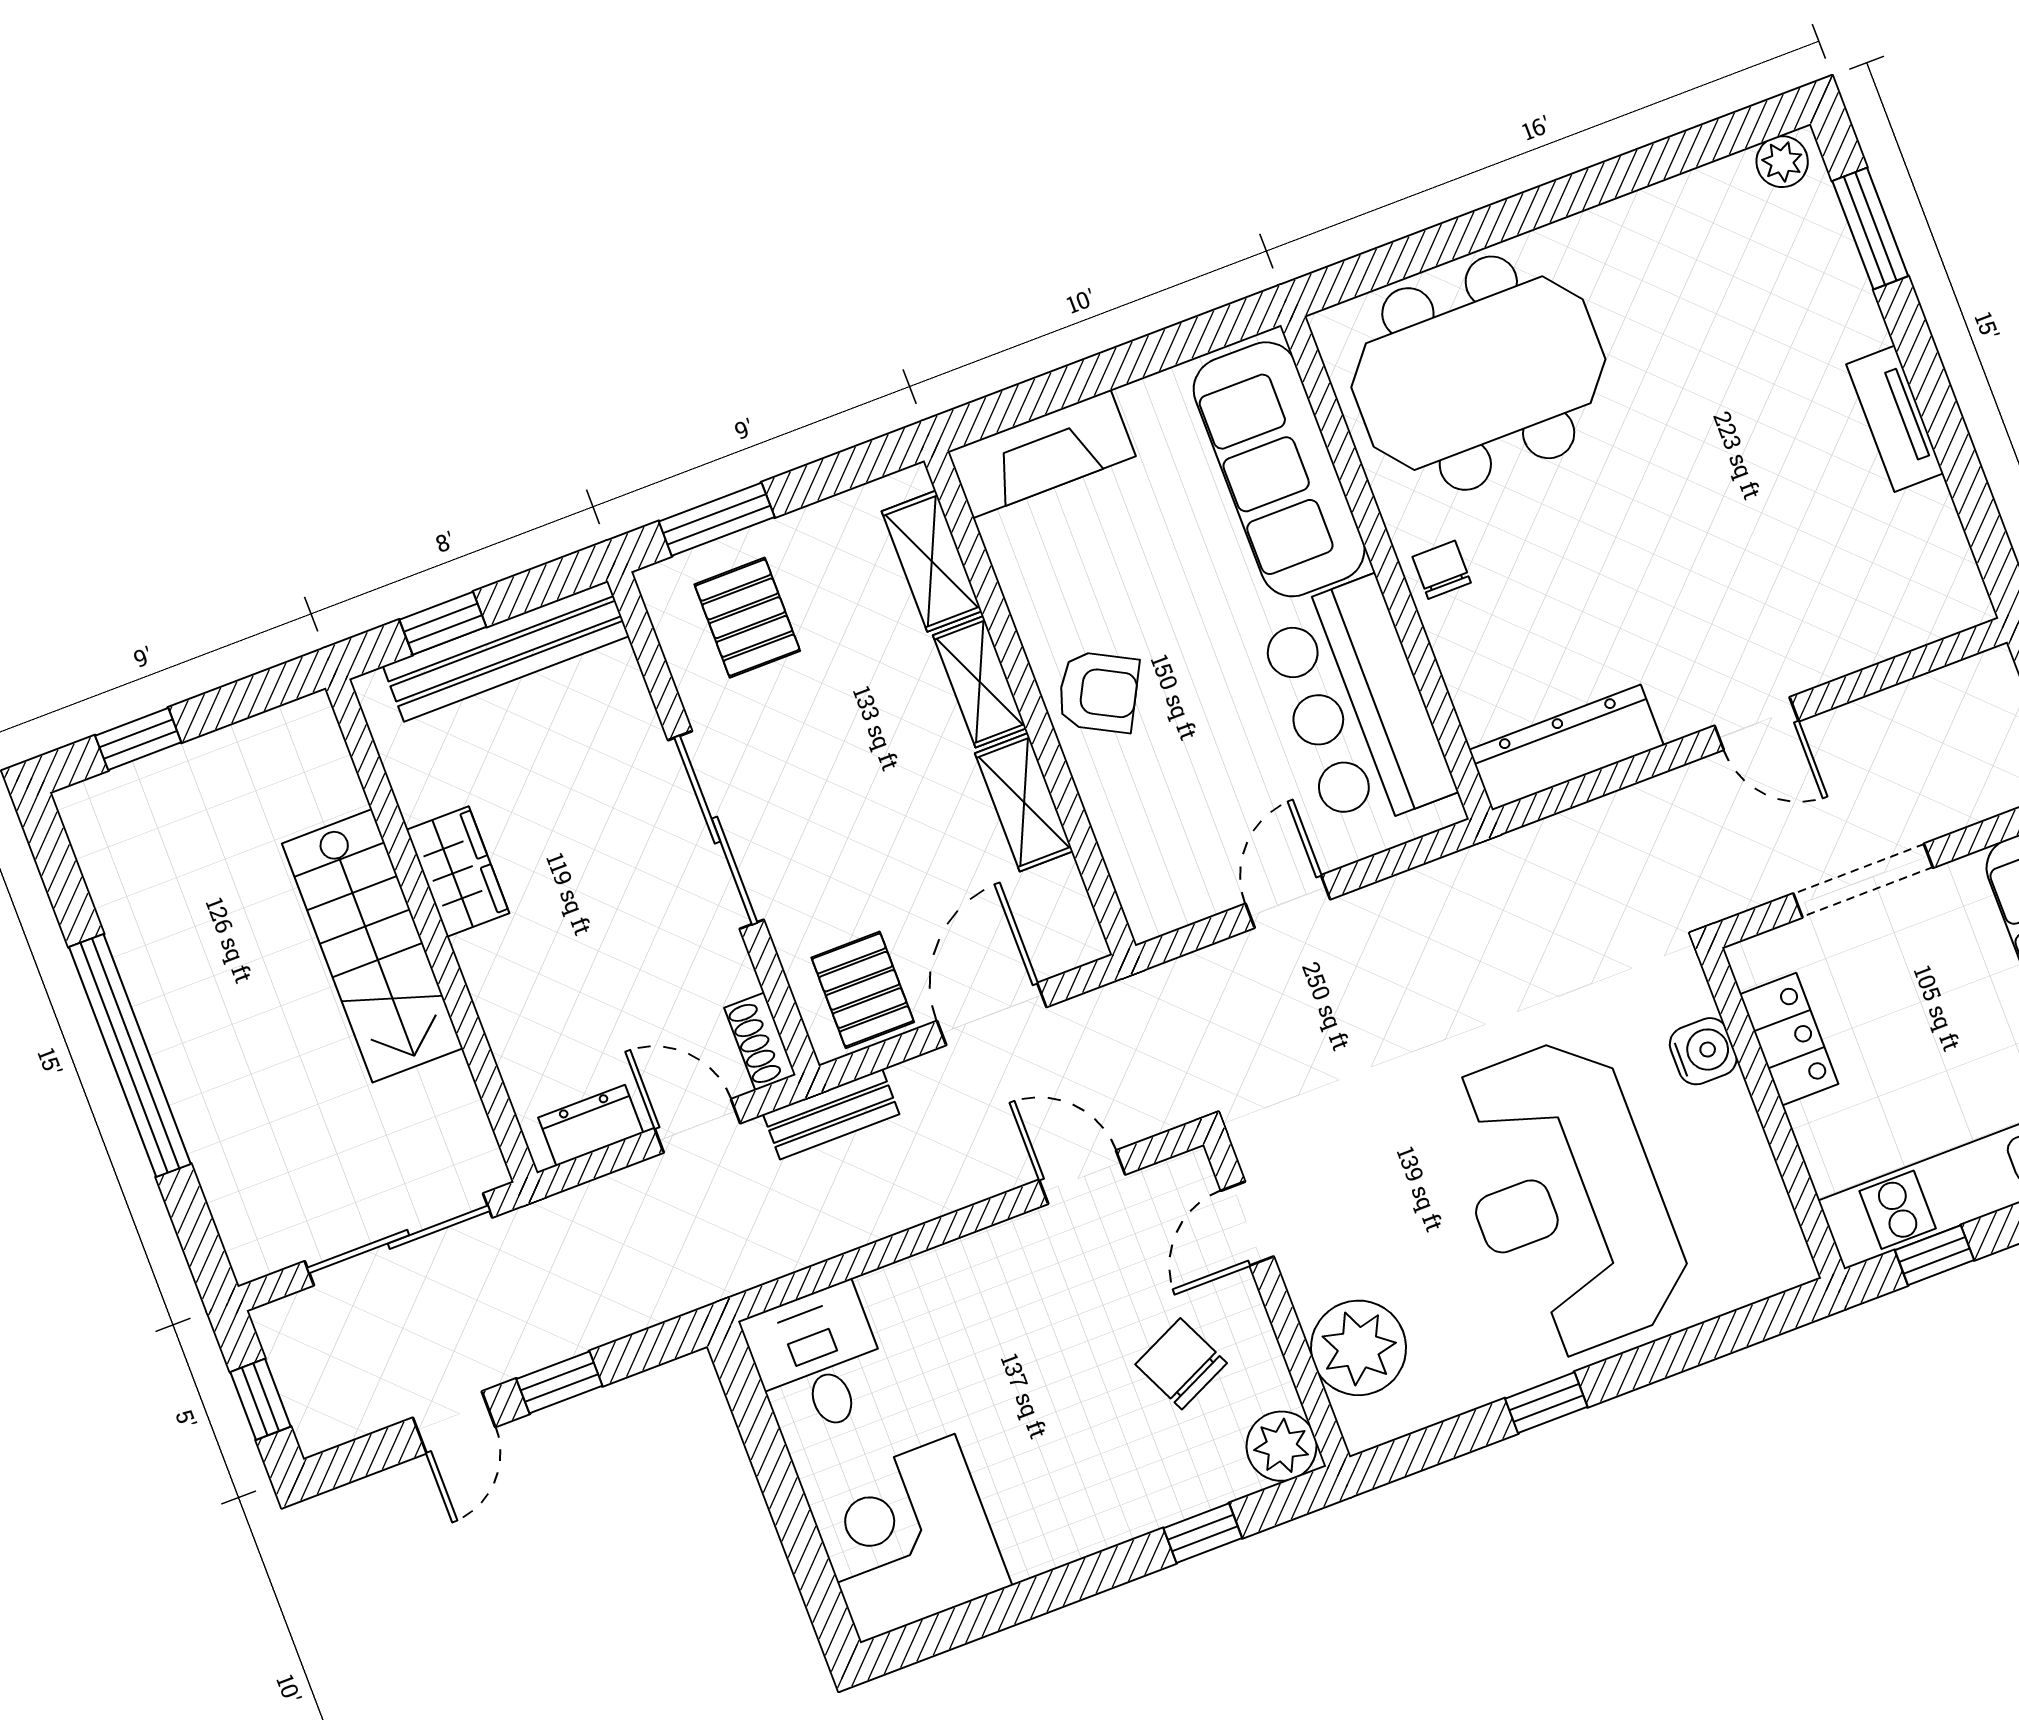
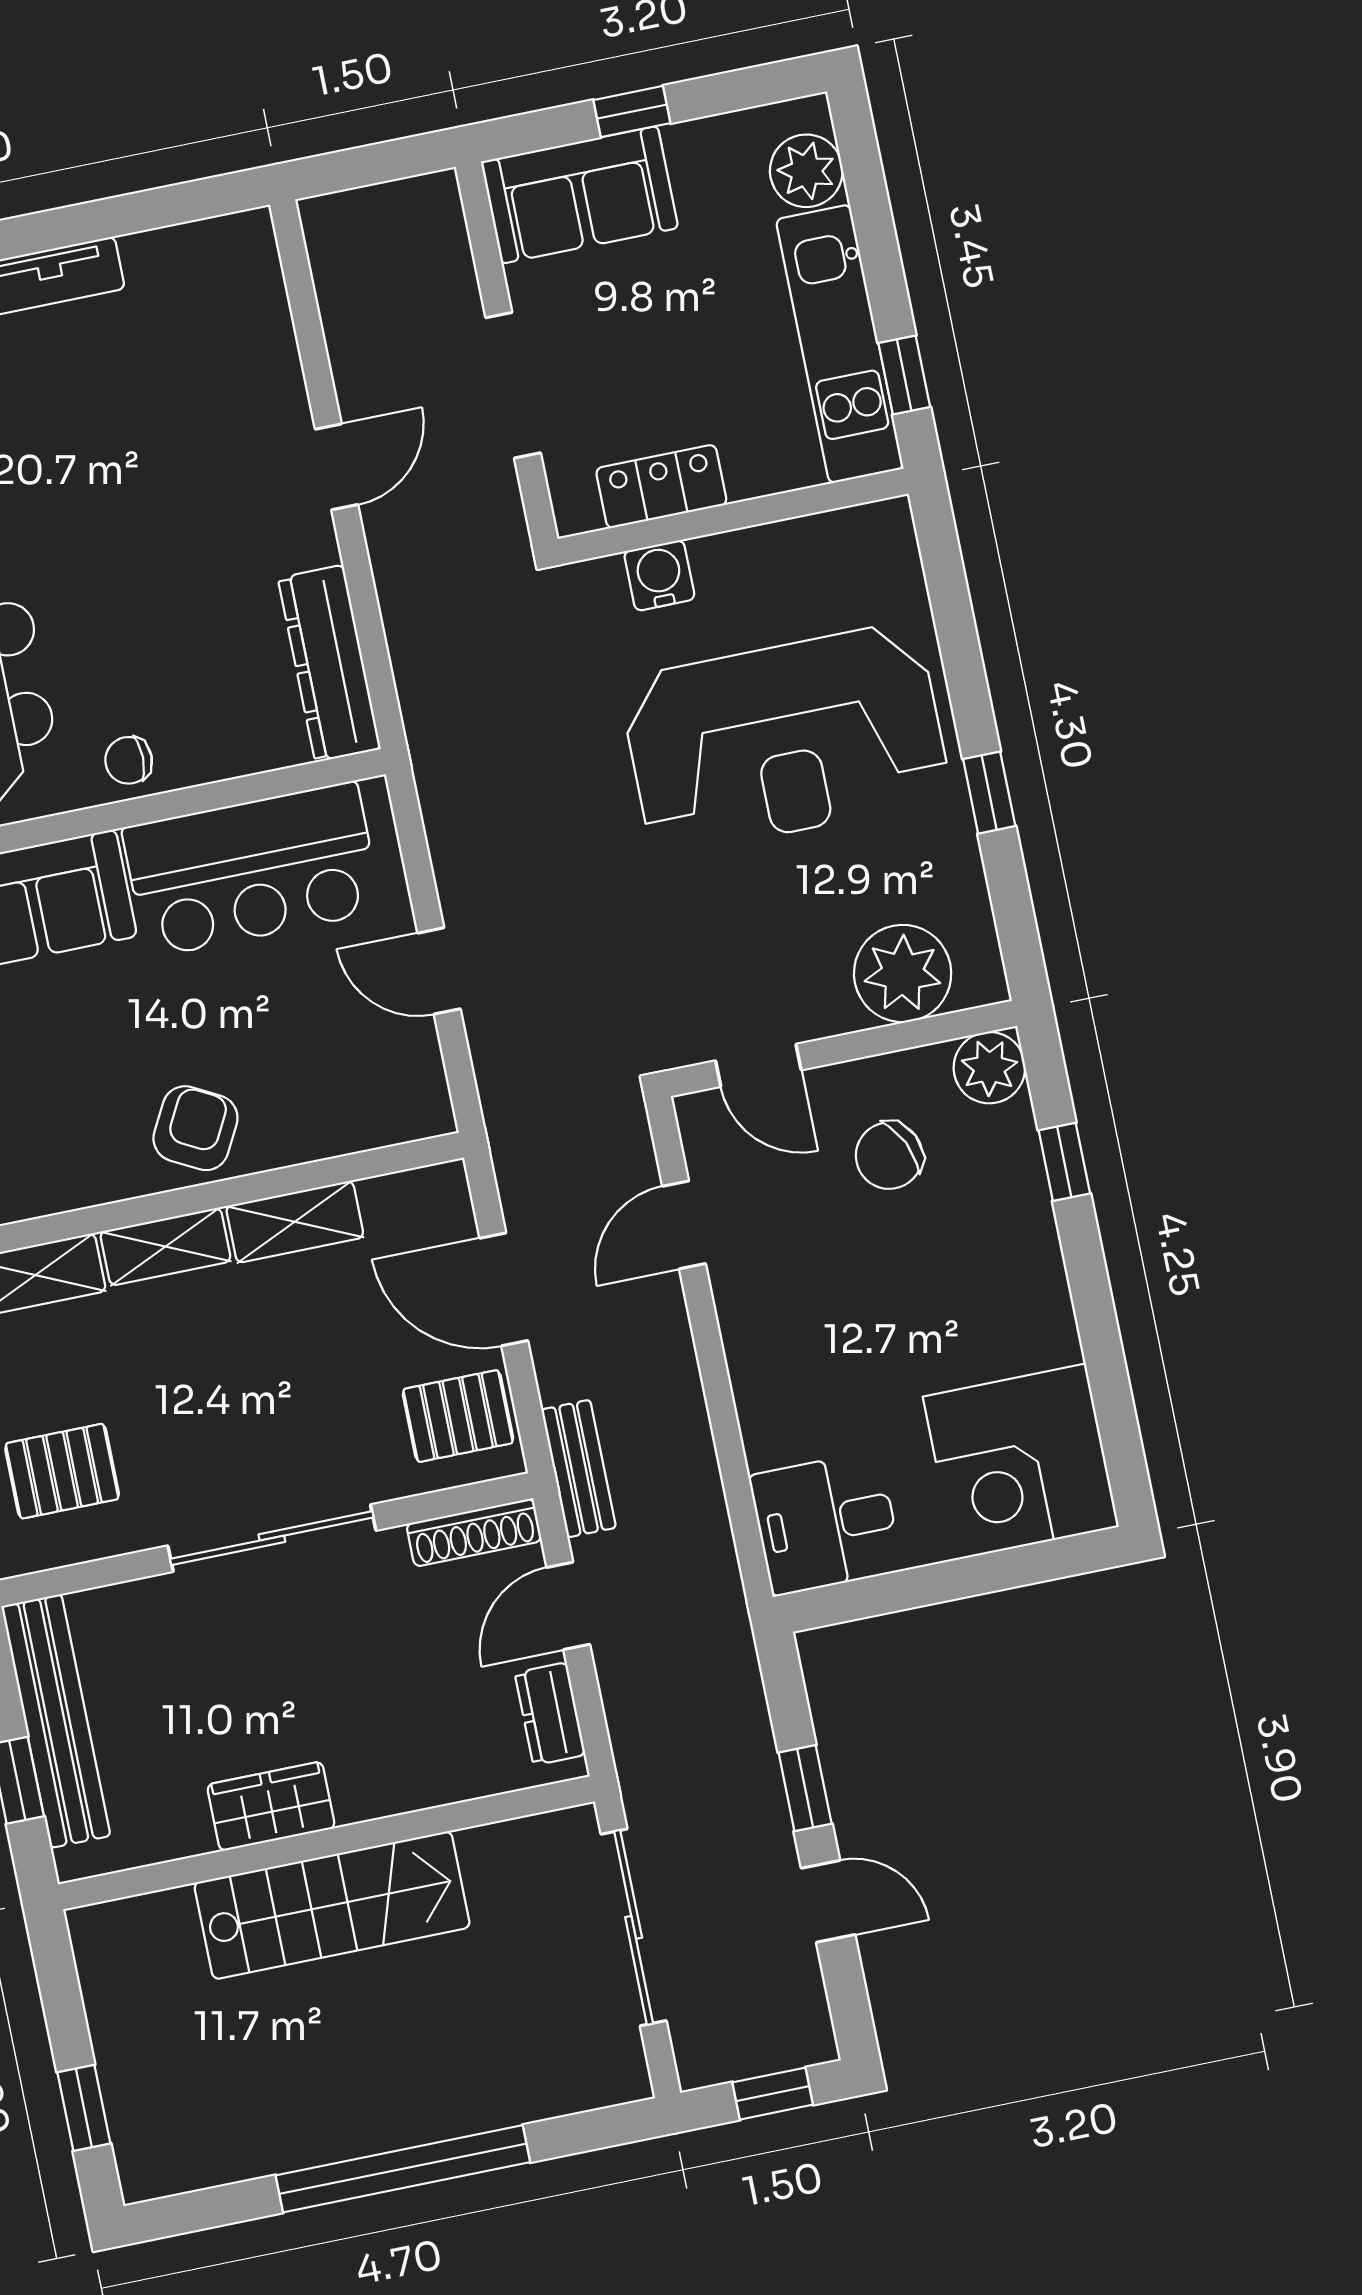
shoe rack: (760, 1041) -> (474, 1532), width x1.43

